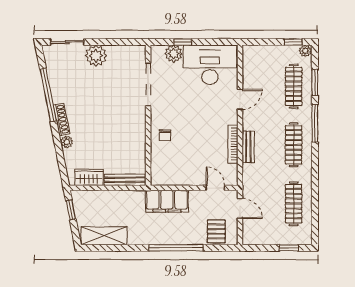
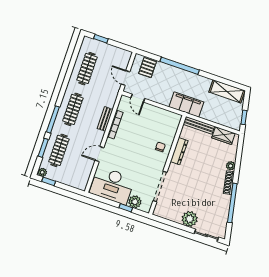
dresser: (139, 138) -> (179, 151), added
filing cabinet: (167, 201) -> (186, 104), moved

